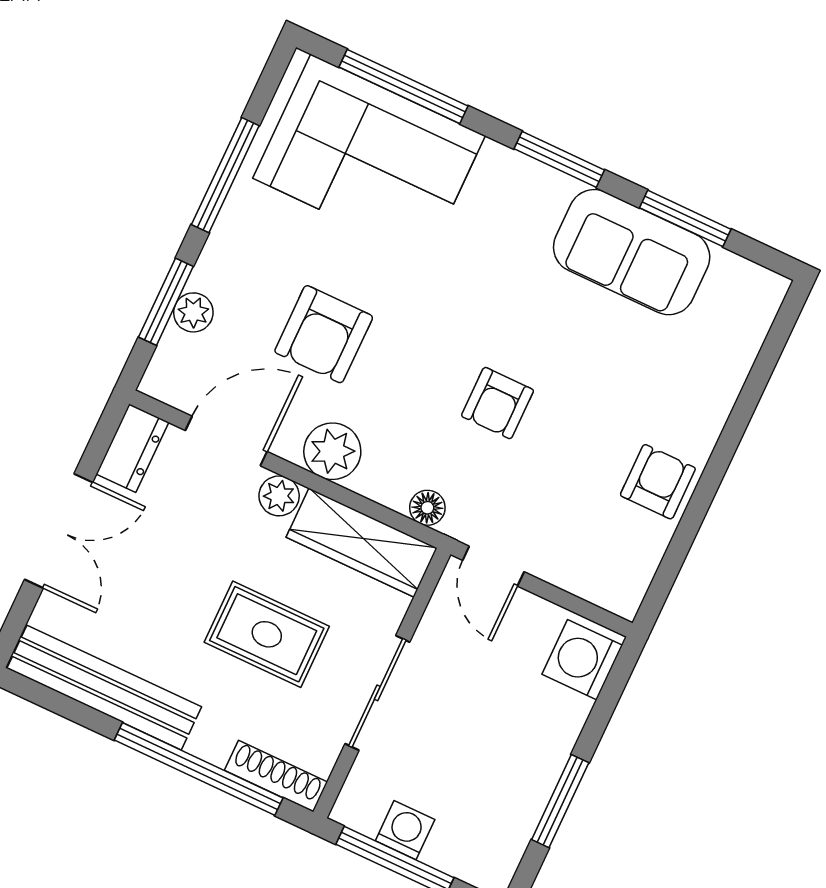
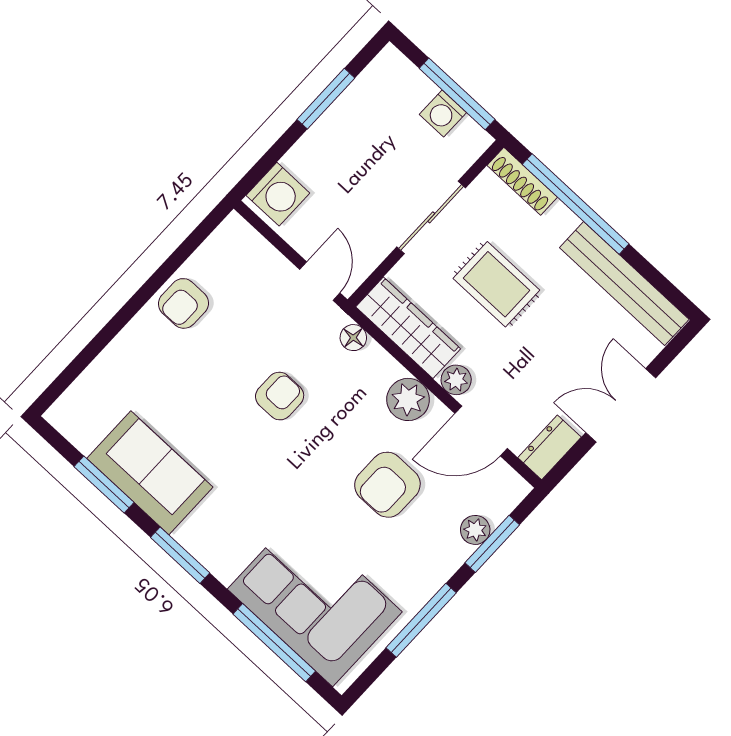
armchair: (324, 334) -> (387, 485), turned 180

